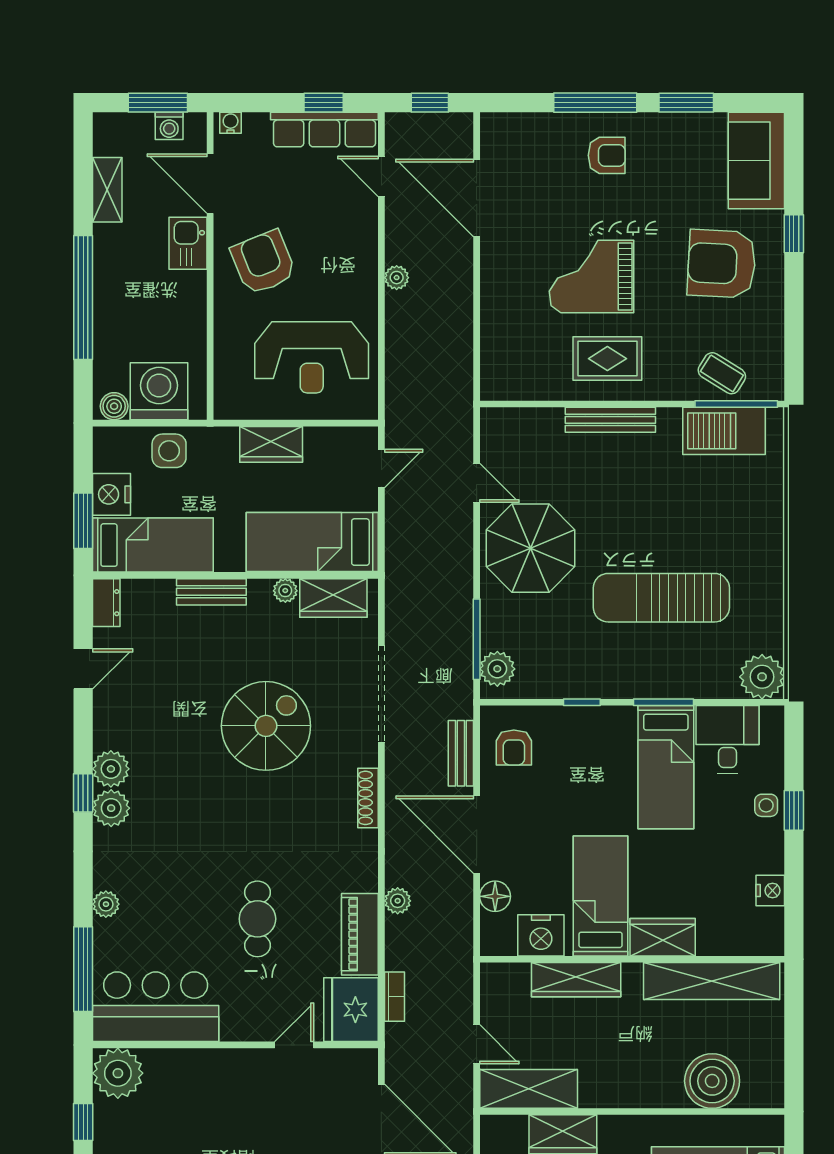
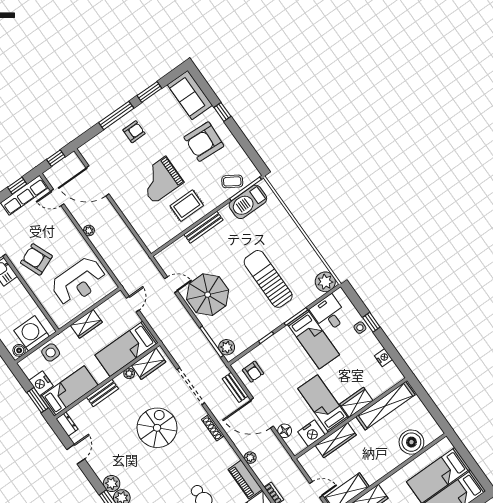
sun lounger: (661, 598) -> (268, 279), turned 90

